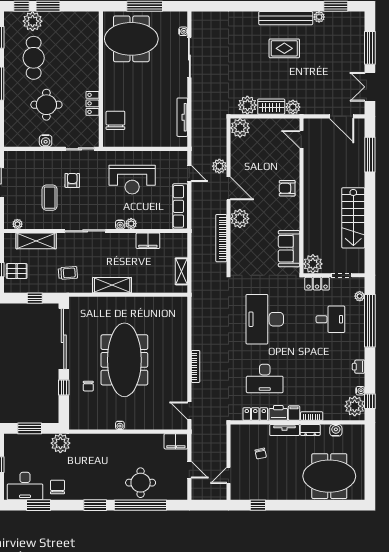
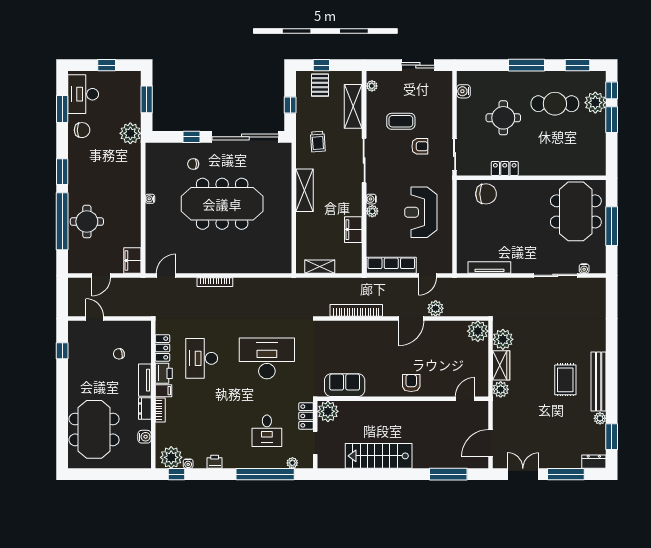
dresser: (358, 22) -> (594, 462), added
water cooler: (46, 141) -> (463, 91), moved
plant: (240, 219) -> (378, 331), removed

